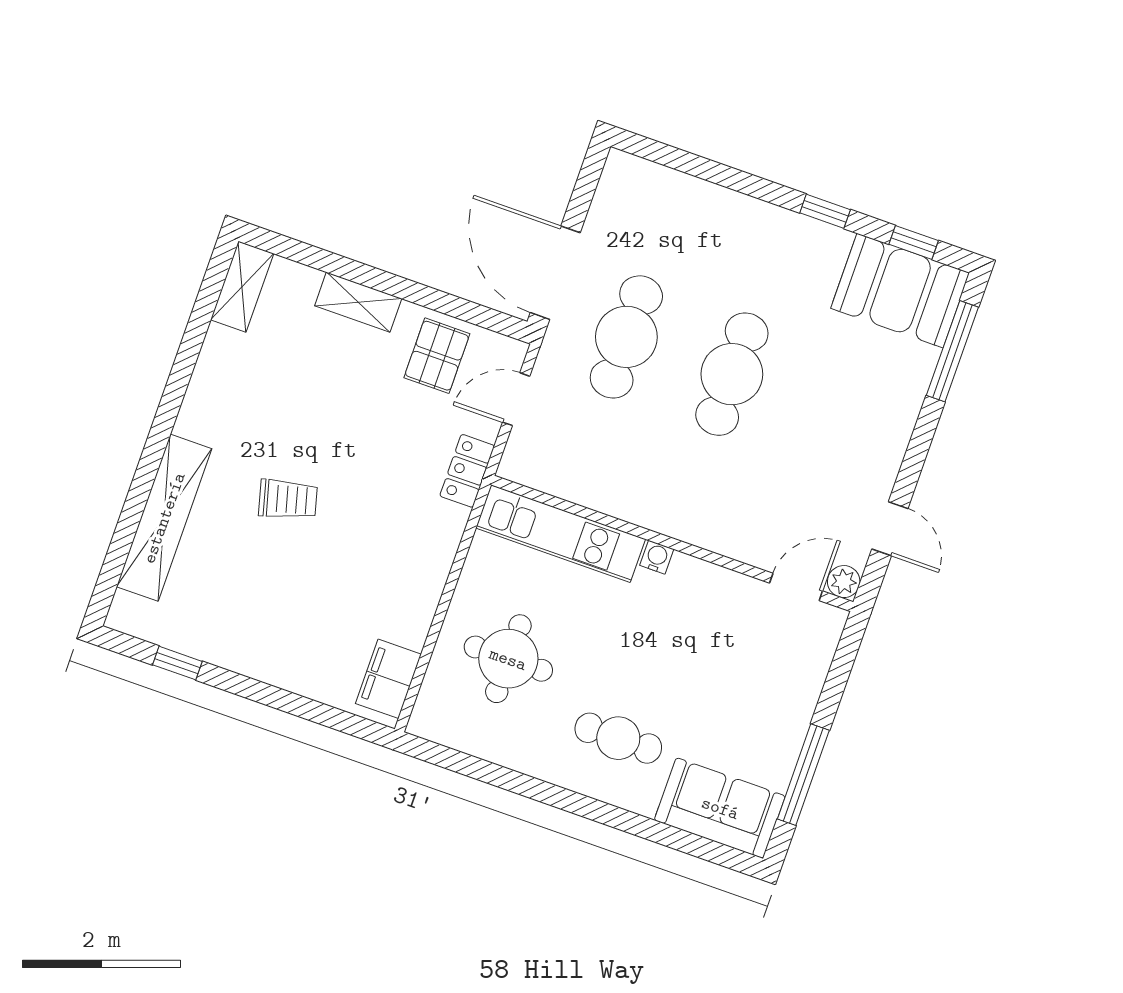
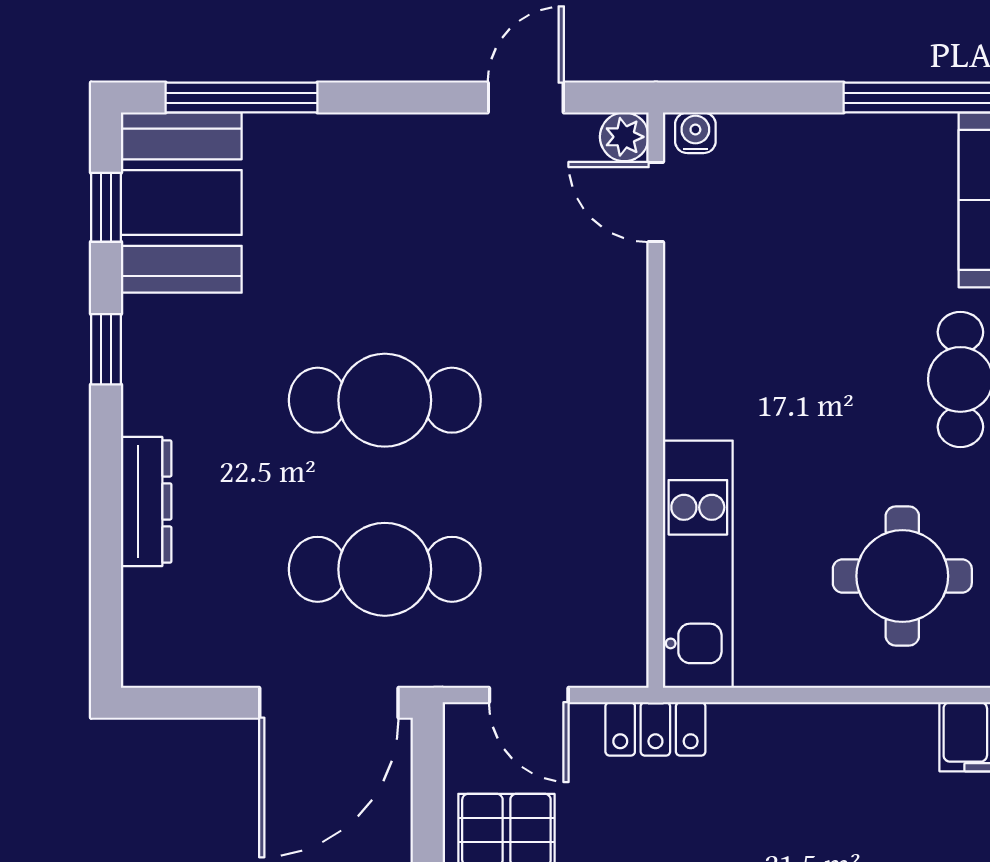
dresser: (721, 203) -> (146, 501), added
water cooler: (657, 557) -> (695, 133), moved, turned 90

